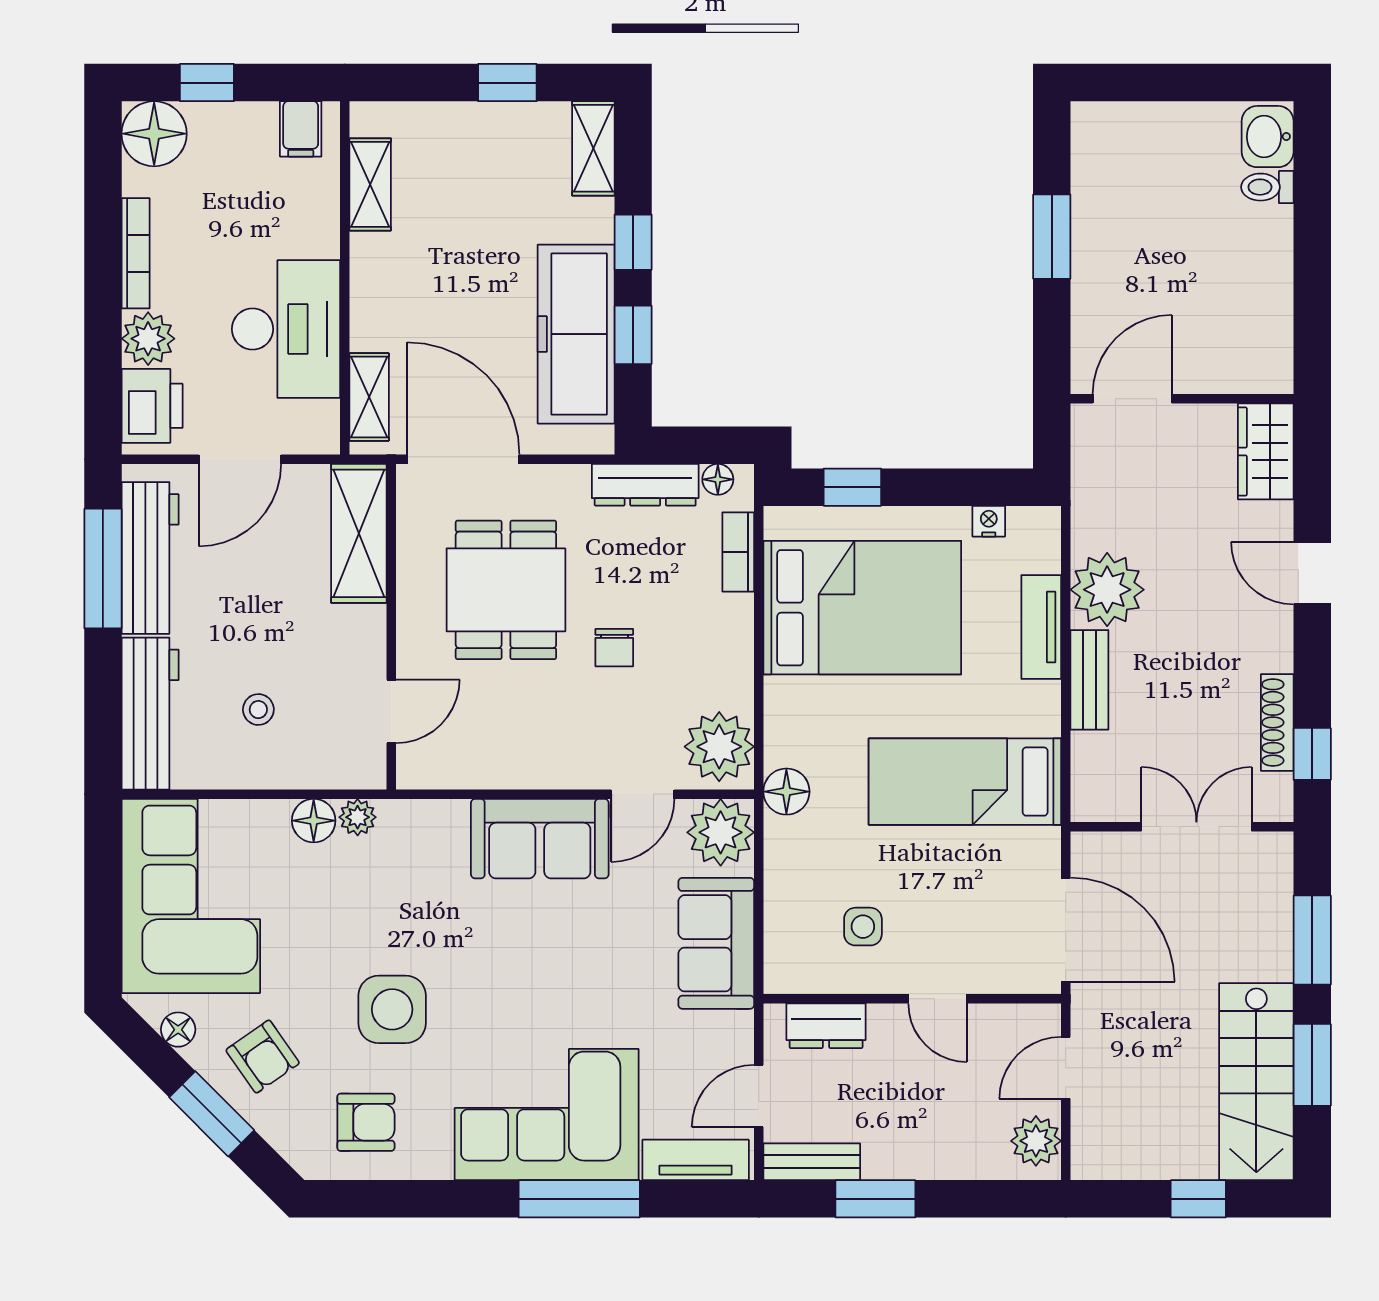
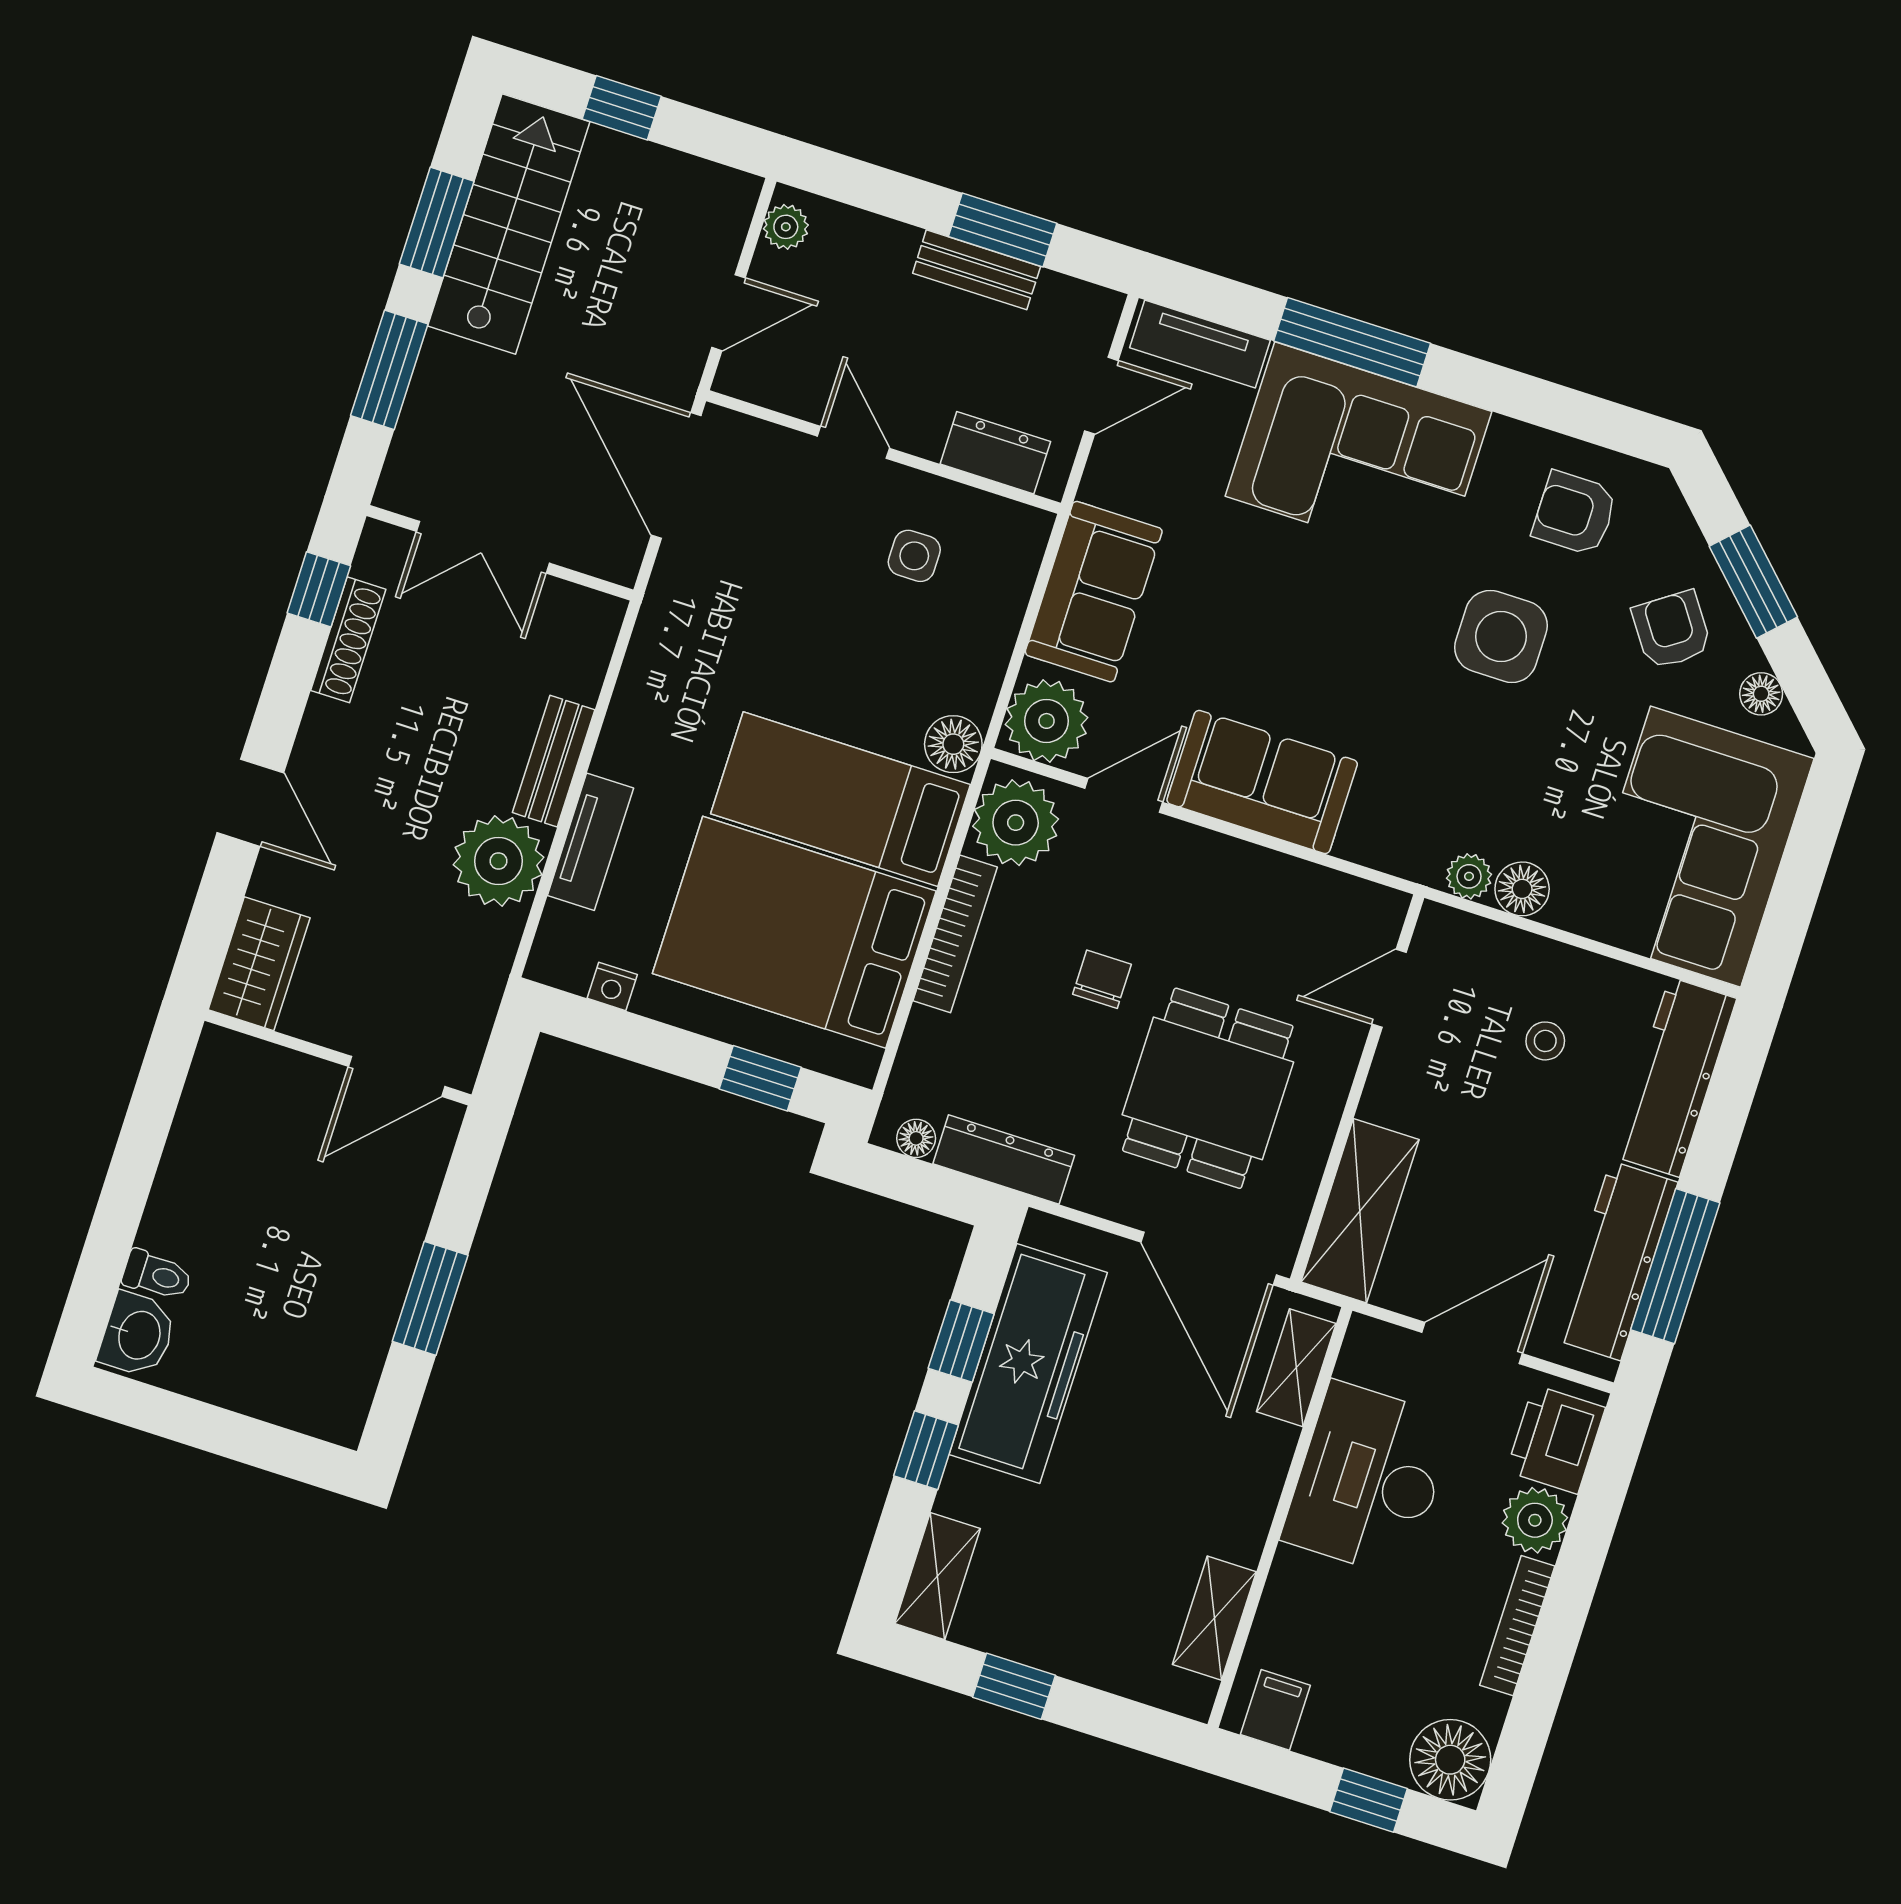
bookcase: (738, 552) -> (955, 934), moved, width x1.56
bed: (965, 782) -> (841, 799), moved, turned 180
plant: (1036, 1141) -> (786, 227), width x0.73, depth x0.73
bench: (812, 1162) -> (977, 270), moved

